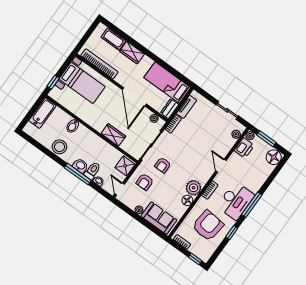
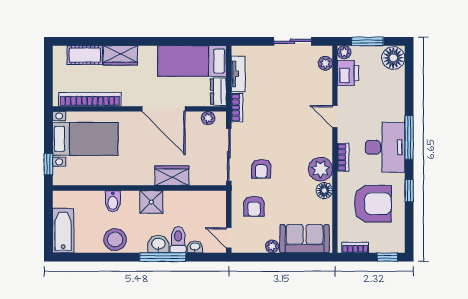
bathtub: (42, 113) -> (63, 231), moved
shower: (125, 166) -> (151, 202), moved
armchair: (208, 226) -> (373, 204), turned 84

